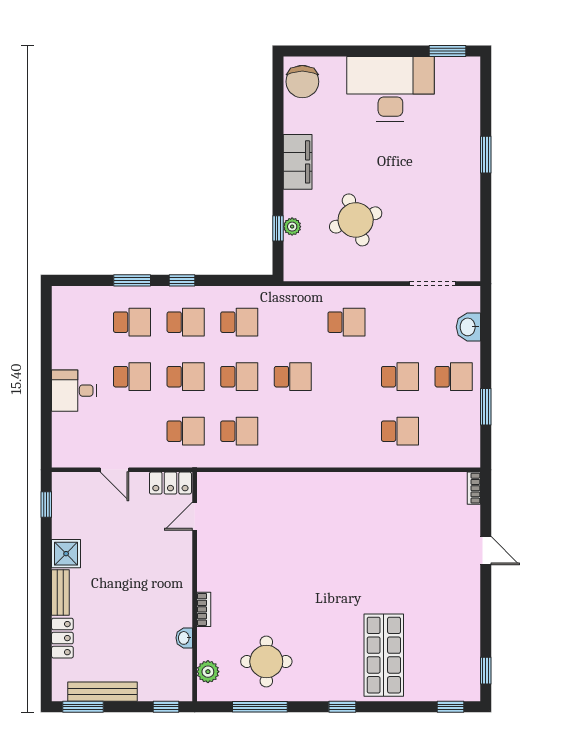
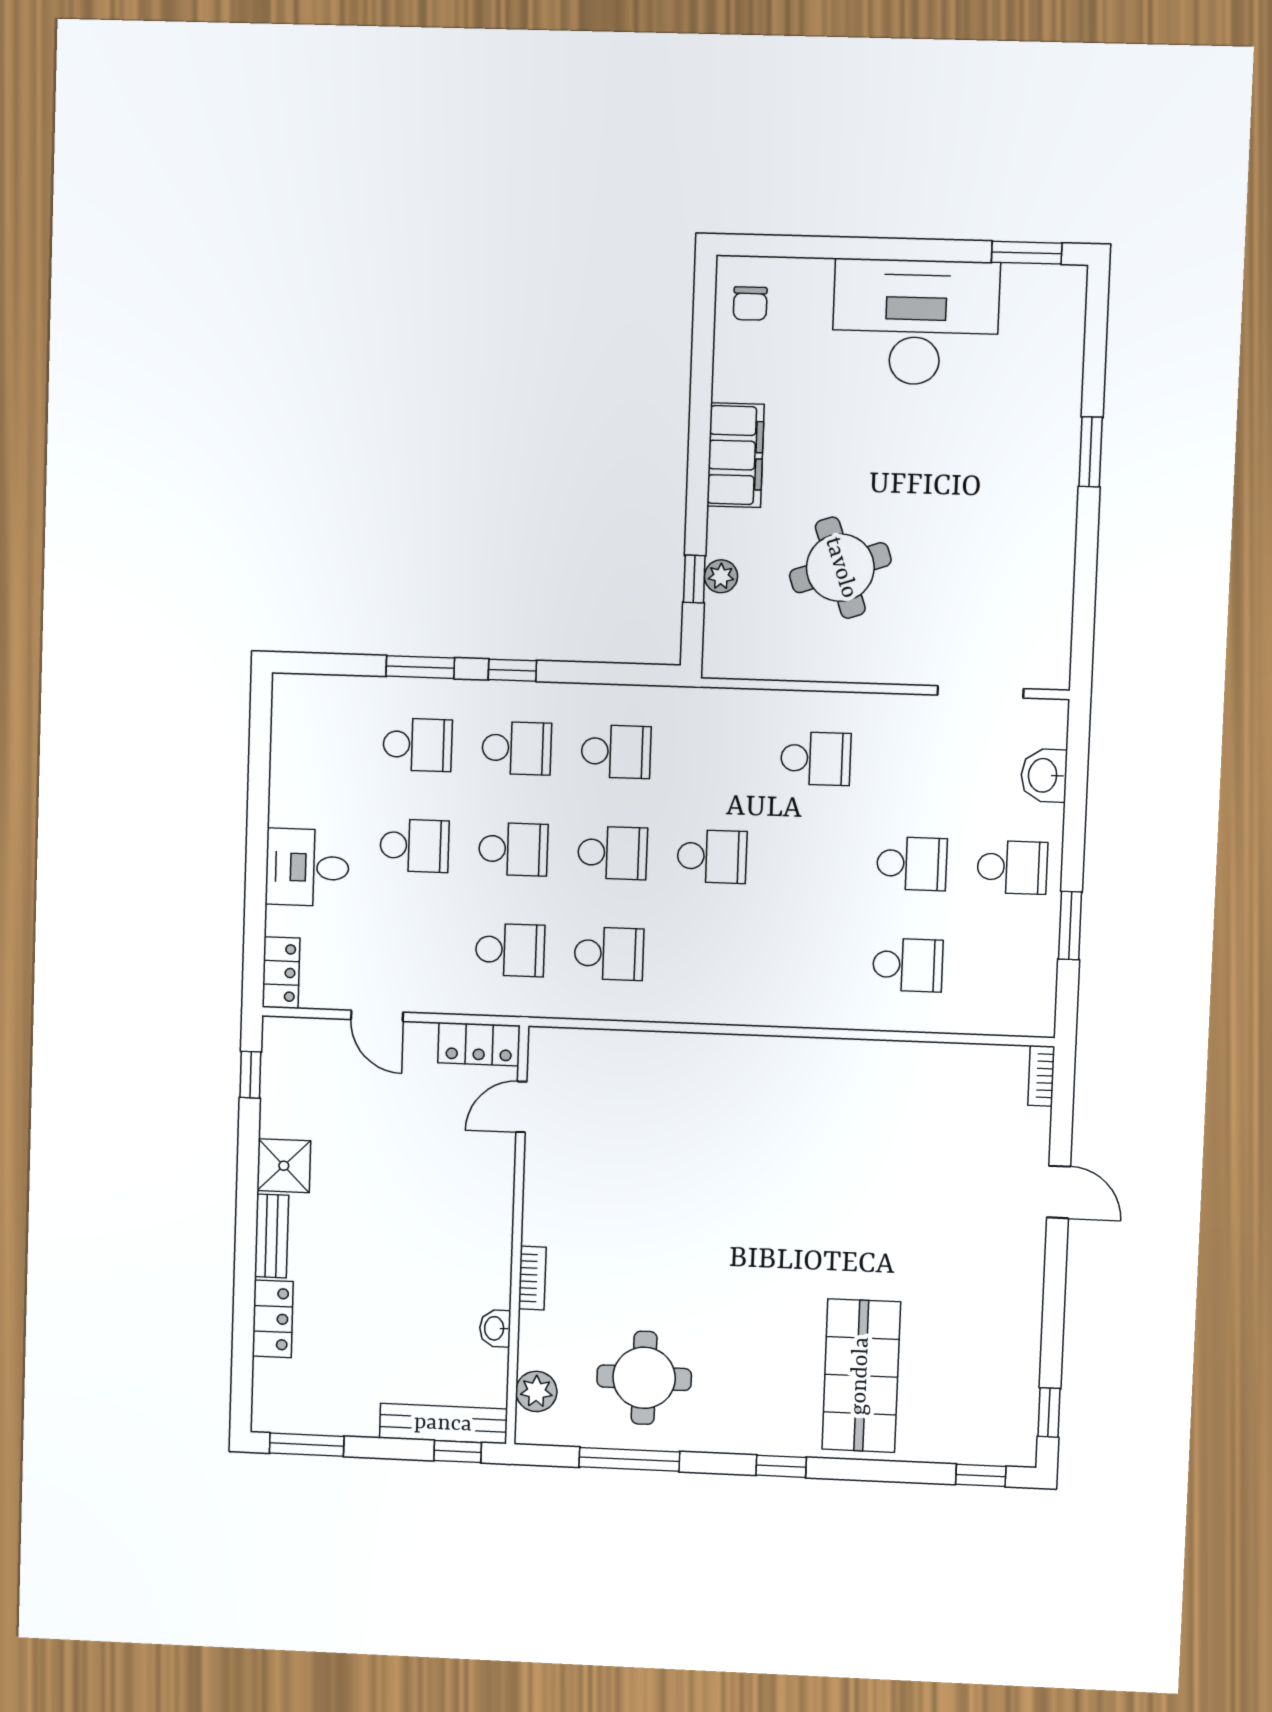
chair: (302, 82) -> (750, 304), width x0.54, depth x0.54
locker: (61, 448) -> (281, 973), added
bench: (103, 692) -> (443, 1424), moved

